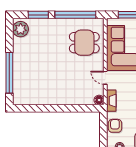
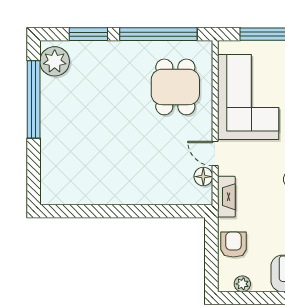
dining table: (84, 43) -> (175, 87), turned 90
window: (9, 73) -> (34, 99), moved
floor lamp: (99, 100) -> (203, 177), moved

